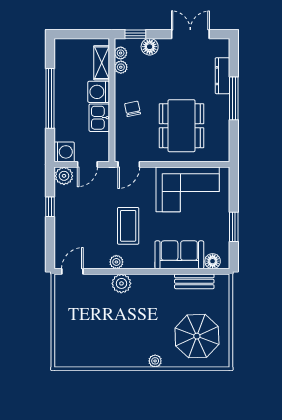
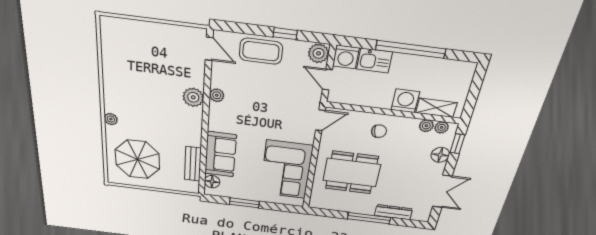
kitchen sink: (99, 118) -> (374, 61), moved, turned 180
door: (129, 164) -> (320, 120), swing flipped
coffee table: (128, 226) -> (261, 51), moved

